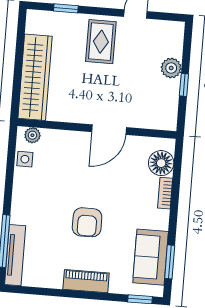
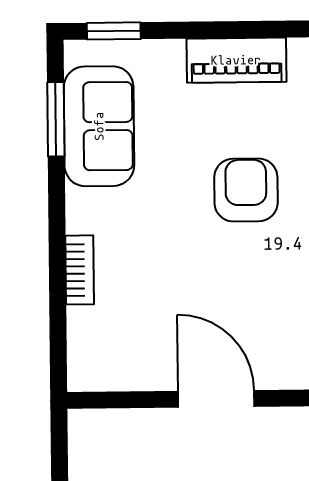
door: (109, 130) -> (216, 399), hinge flipped
floor lamp: (161, 163) -> (94, 336), removed

